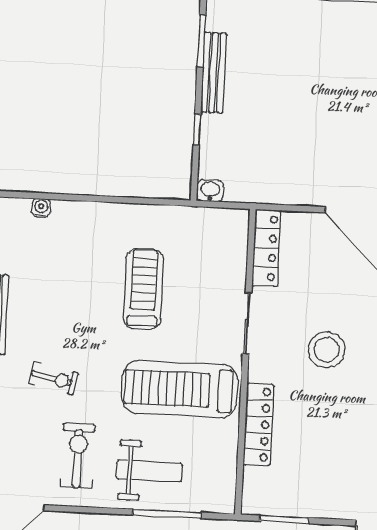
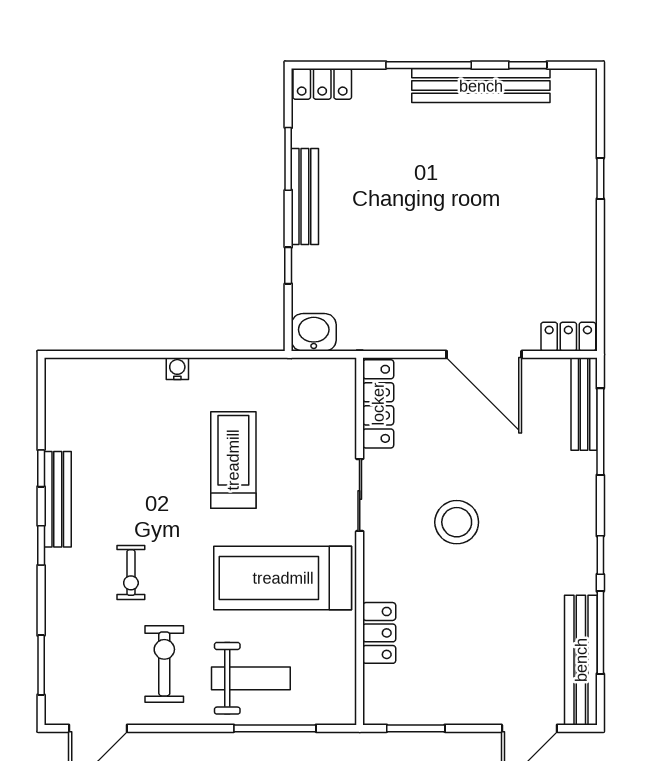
washbasin: (210, 191) -> (314, 332), width x1.38, depth x1.45
water cooler: (41, 208) -> (177, 369), moved
exercise bike: (54, 378) -> (131, 573), turned 78
locker: (258, 425) -> (379, 633), width x0.66

